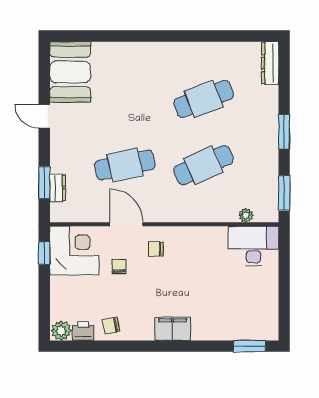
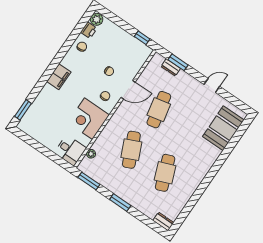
dresser: (270, 63) -> (163, 222), width x0.70
booth: (70, 72) -> (223, 128), moved, turned 90
desk: (253, 246) -> (70, 150), width x0.73
corner desk: (74, 251) -> (89, 119), moved, turned 90

